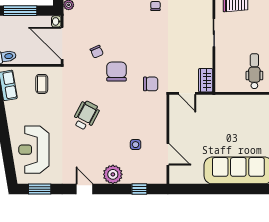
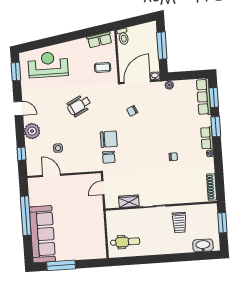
chair: (117, 72) -> (109, 139), moved
wardrobe: (206, 80) -> (129, 201), moved
wheelchair: (86, 115) -> (79, 106), turned 125
door: (168, 154) -> (52, 175), swing flipped
door: (84, 189) -> (18, 108), hinge flipped
window: (215, 189) -> (26, 216), added

